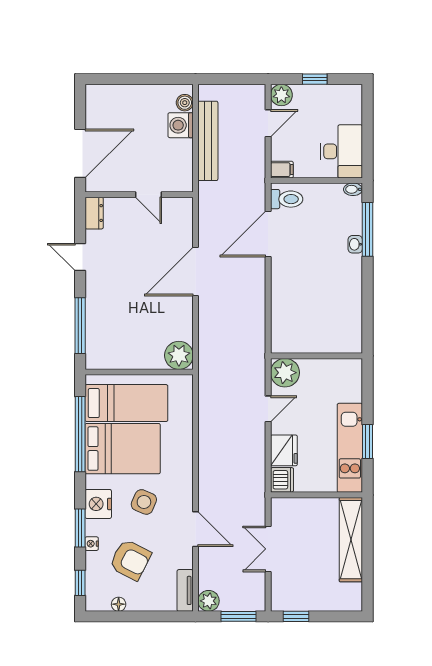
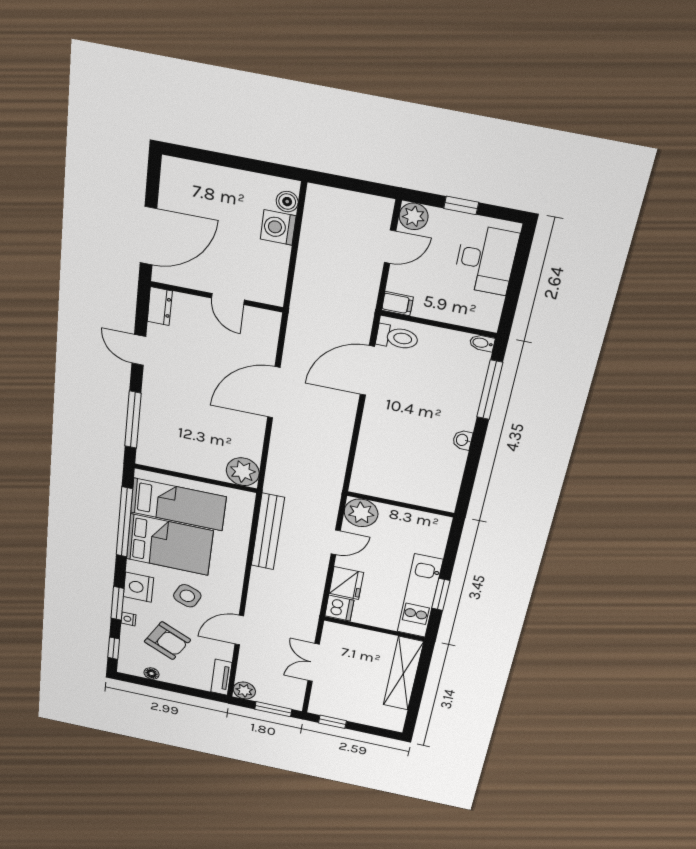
bench: (208, 141) -> (268, 532), moved
desk: (341, 151) -> (486, 260), moved
washbasin: (355, 244) -> (462, 440), moved
door: (196, 529) -> (239, 630), swing flipped

